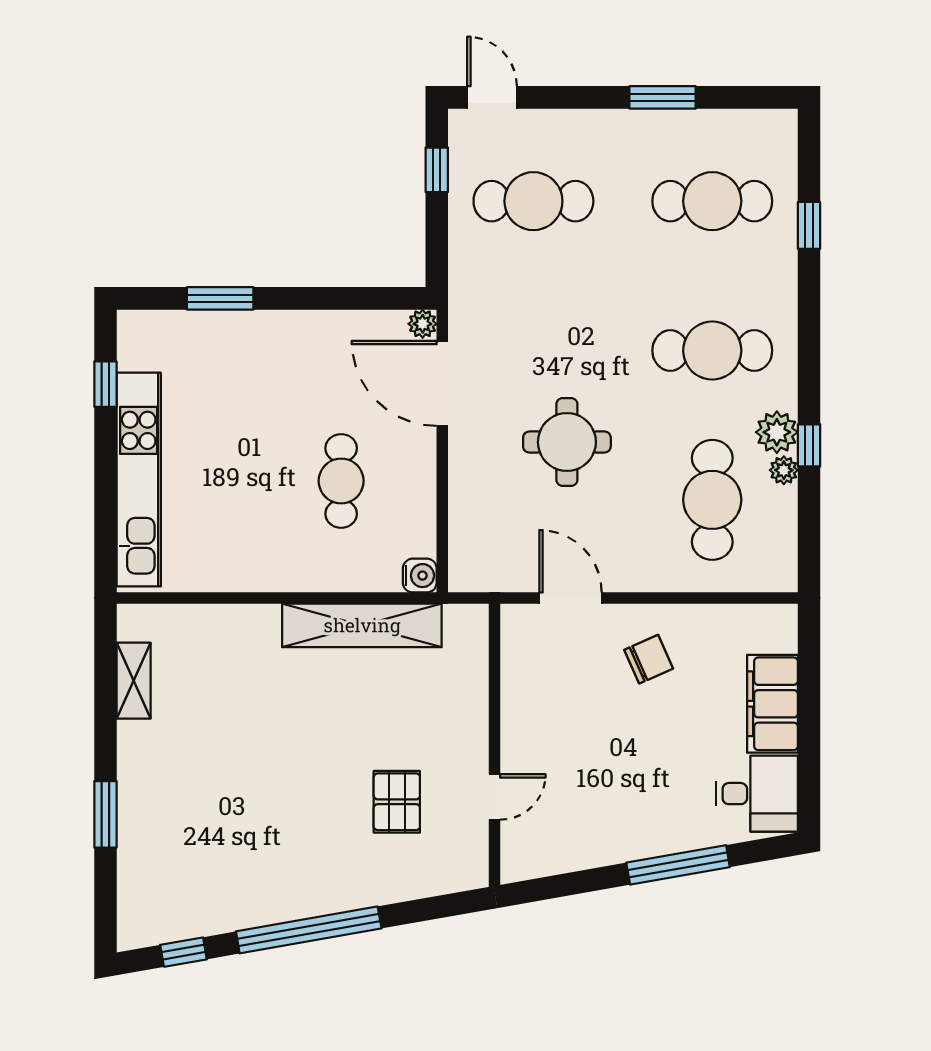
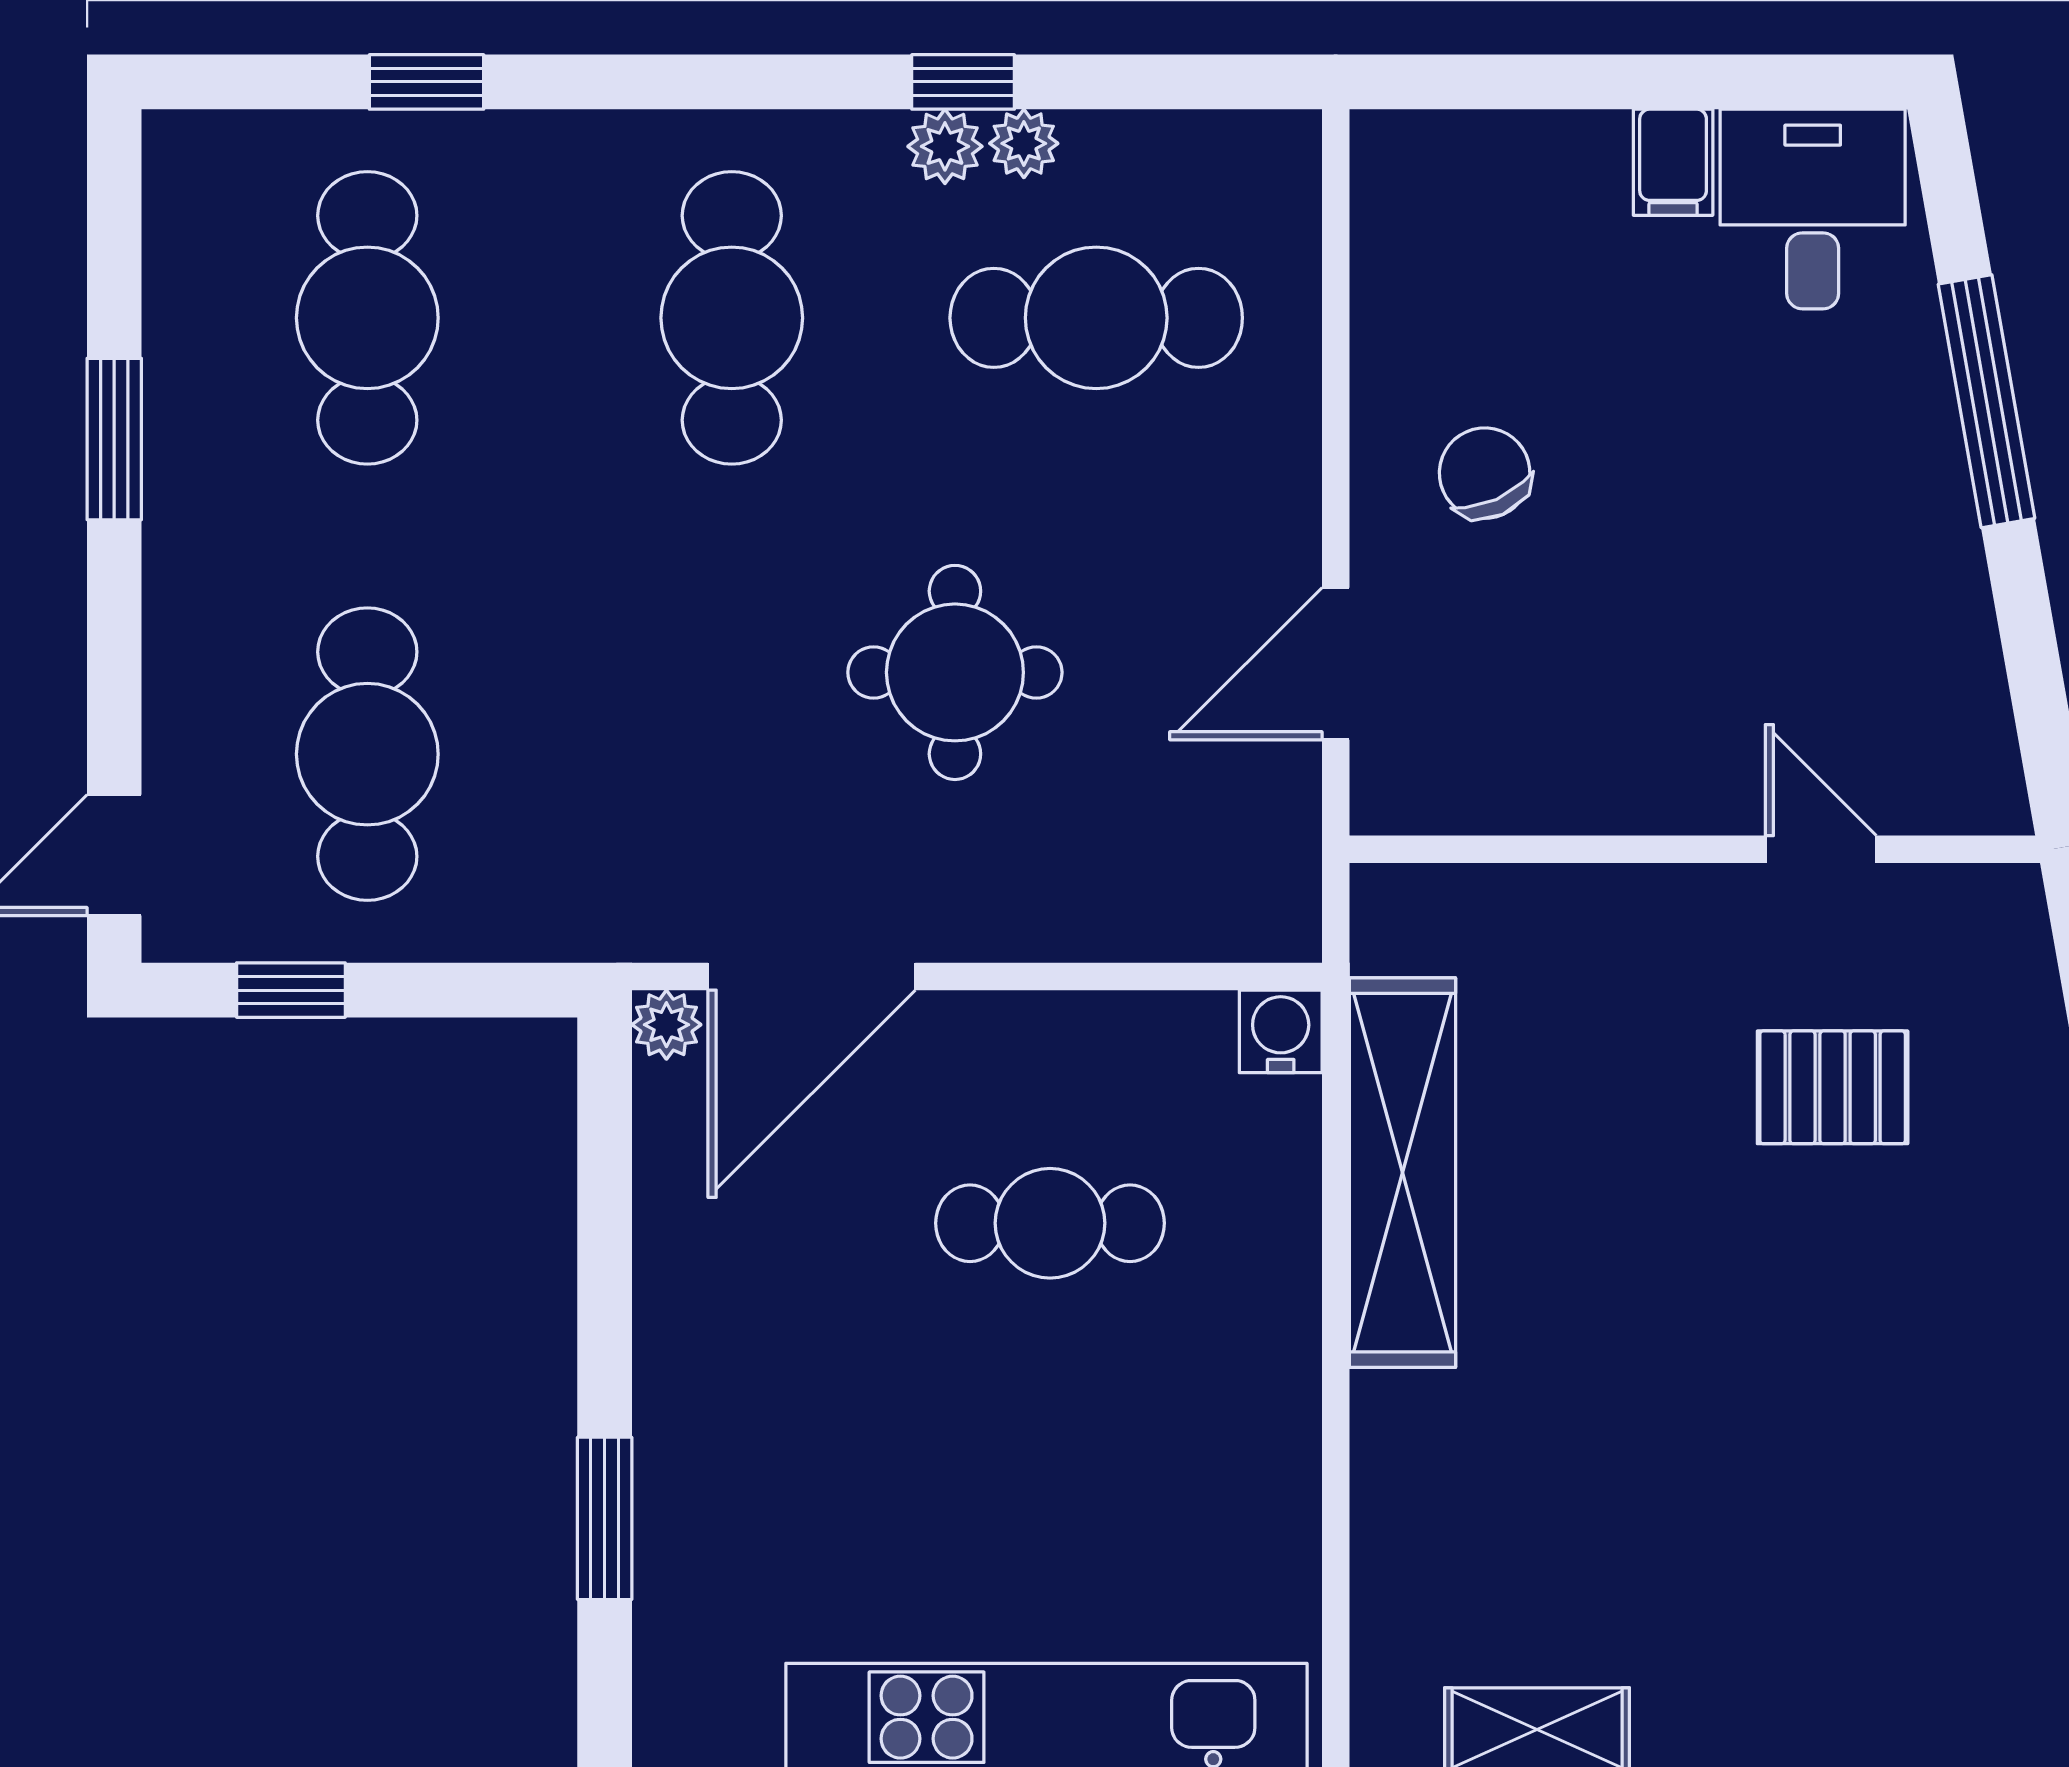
plant: (777, 432) -> (945, 146), width x0.73, depth x0.73
filing cabinet: (772, 704) -> (1673, 162), width x0.33, depth x0.86

